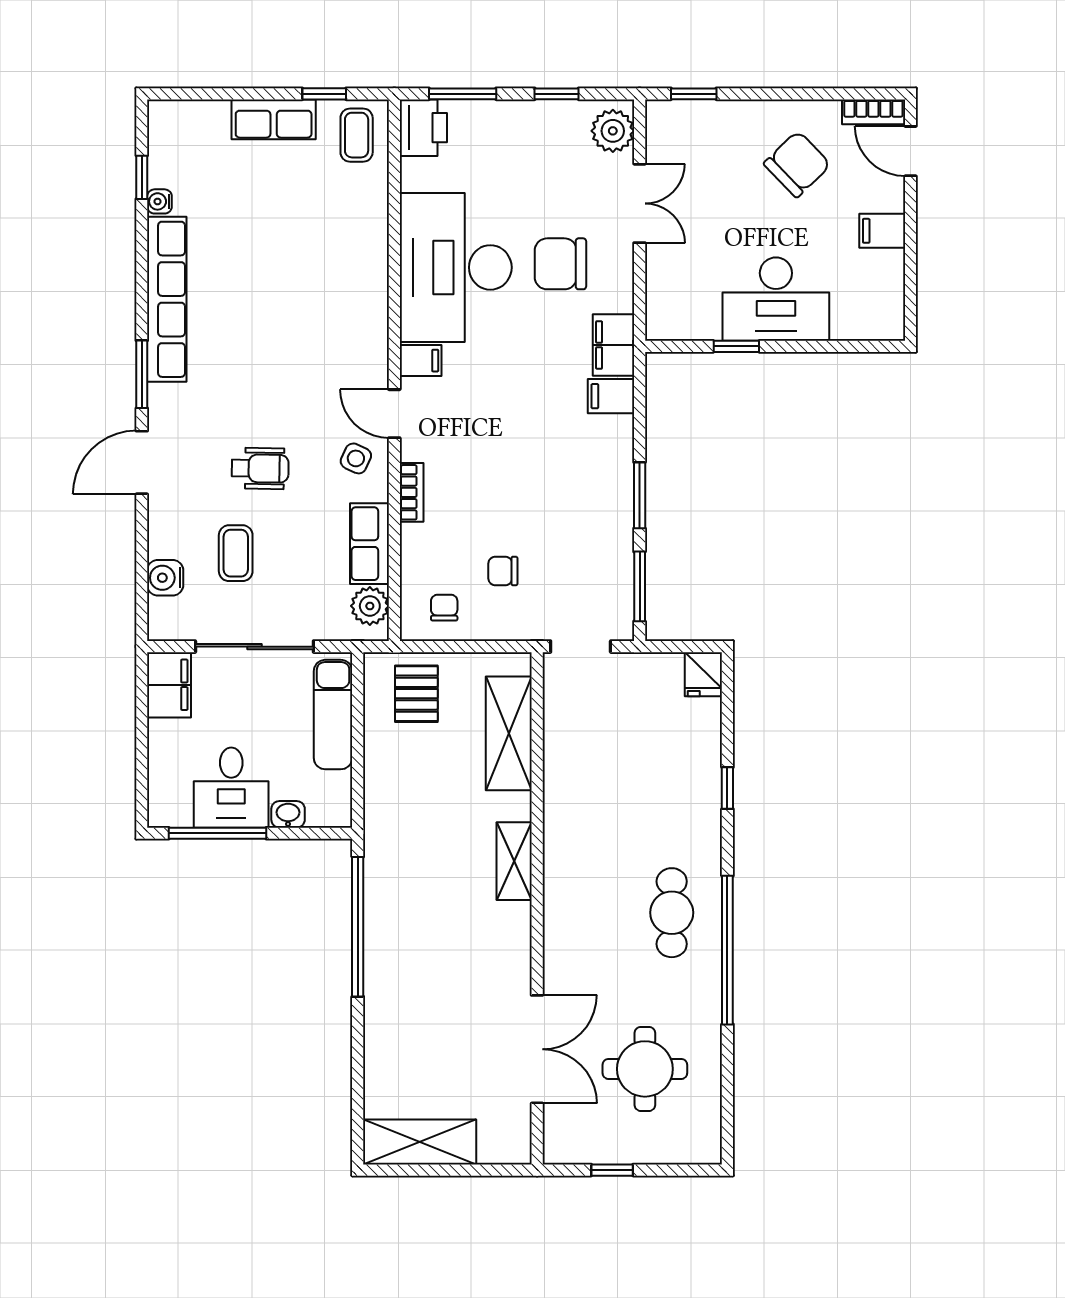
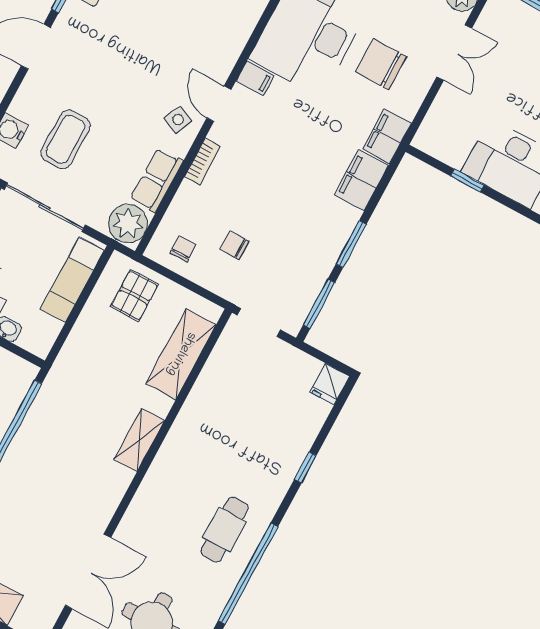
filing cabinet: (611, 396) -> (361, 180), width x2.00
wheelchair: (260, 468) -> (111, 92), removed
coffee table: (236, 553) -> (66, 139), width x1.36, depth x1.30
plant: (370, 606) -> (128, 223), width x1.36, depth x1.36

